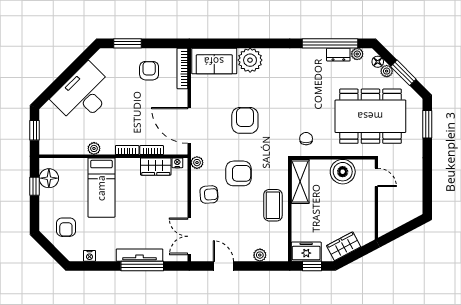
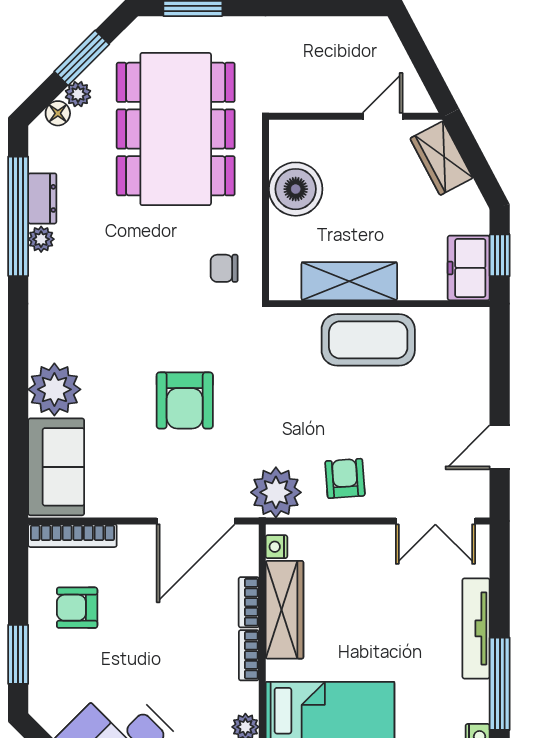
plant: (357, 54) -> (41, 239), moved
armchair: (245, 120) -> (185, 400), turned -90
plant: (197, 163) -> (276, 492), width x1.88, depth x1.88
wardrobe: (156, 167) -> (284, 610), width x1.50
armchair: (239, 173) -> (299, 414), removed
door: (376, 177) -> (383, 116), moved
shelving: (300, 181) -> (349, 281), moved
coffee table: (273, 205) -> (368, 340), width x1.36, depth x1.32
wardrobe: (344, 246) -> (442, 158), moved
plant: (260, 255) -> (476, 368), removed
window: (142, 266) -> (500, 684), moved

